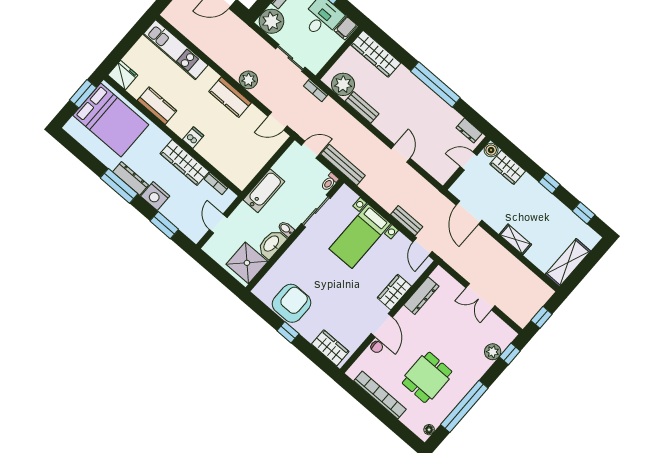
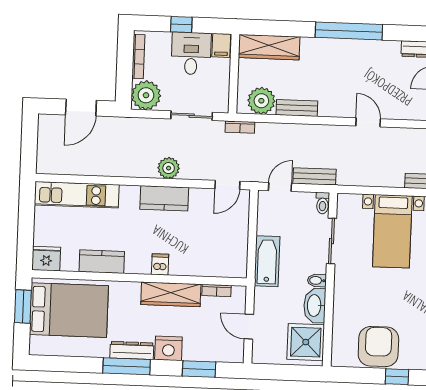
bench: (343, 165) -> (315, 176), width x0.73

